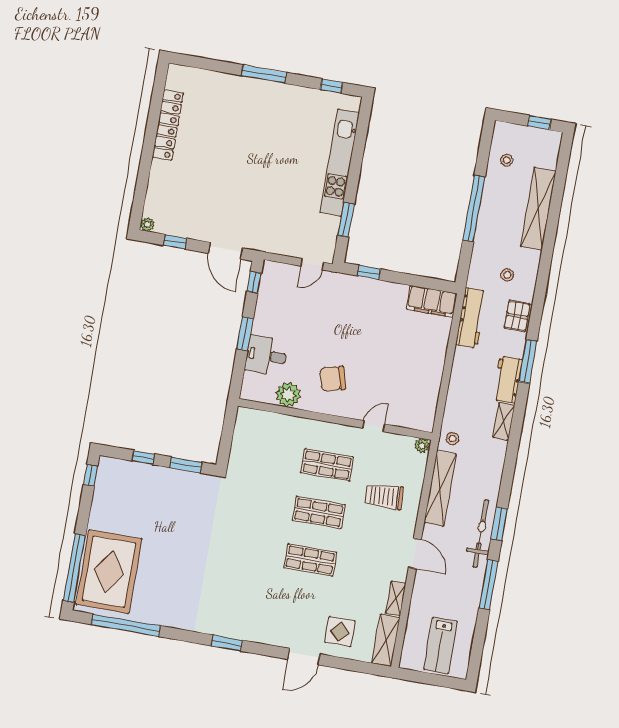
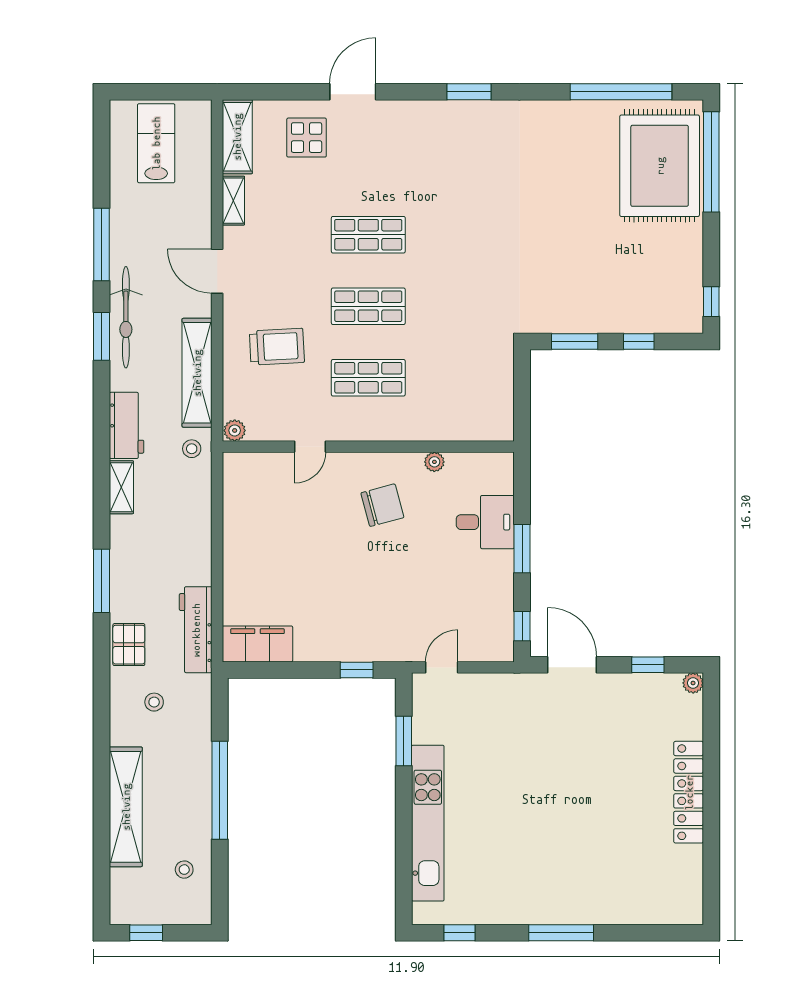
locker: (168, 125) -> (689, 792), moved
workbench: (508, 380) -> (127, 425), moved
plant: (288, 395) -> (434, 462), width x0.53, depth x0.53

